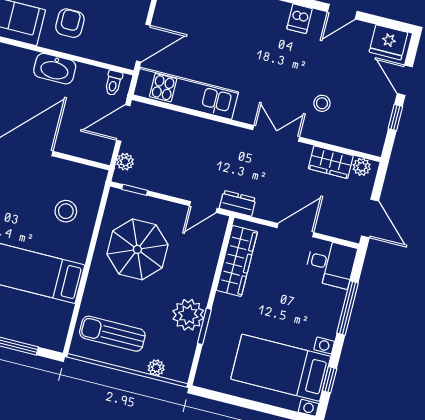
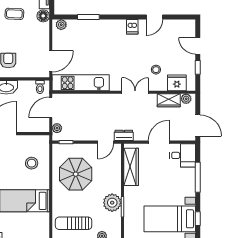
fridge: (388, 42) -> (177, 83), moved, turned 180

